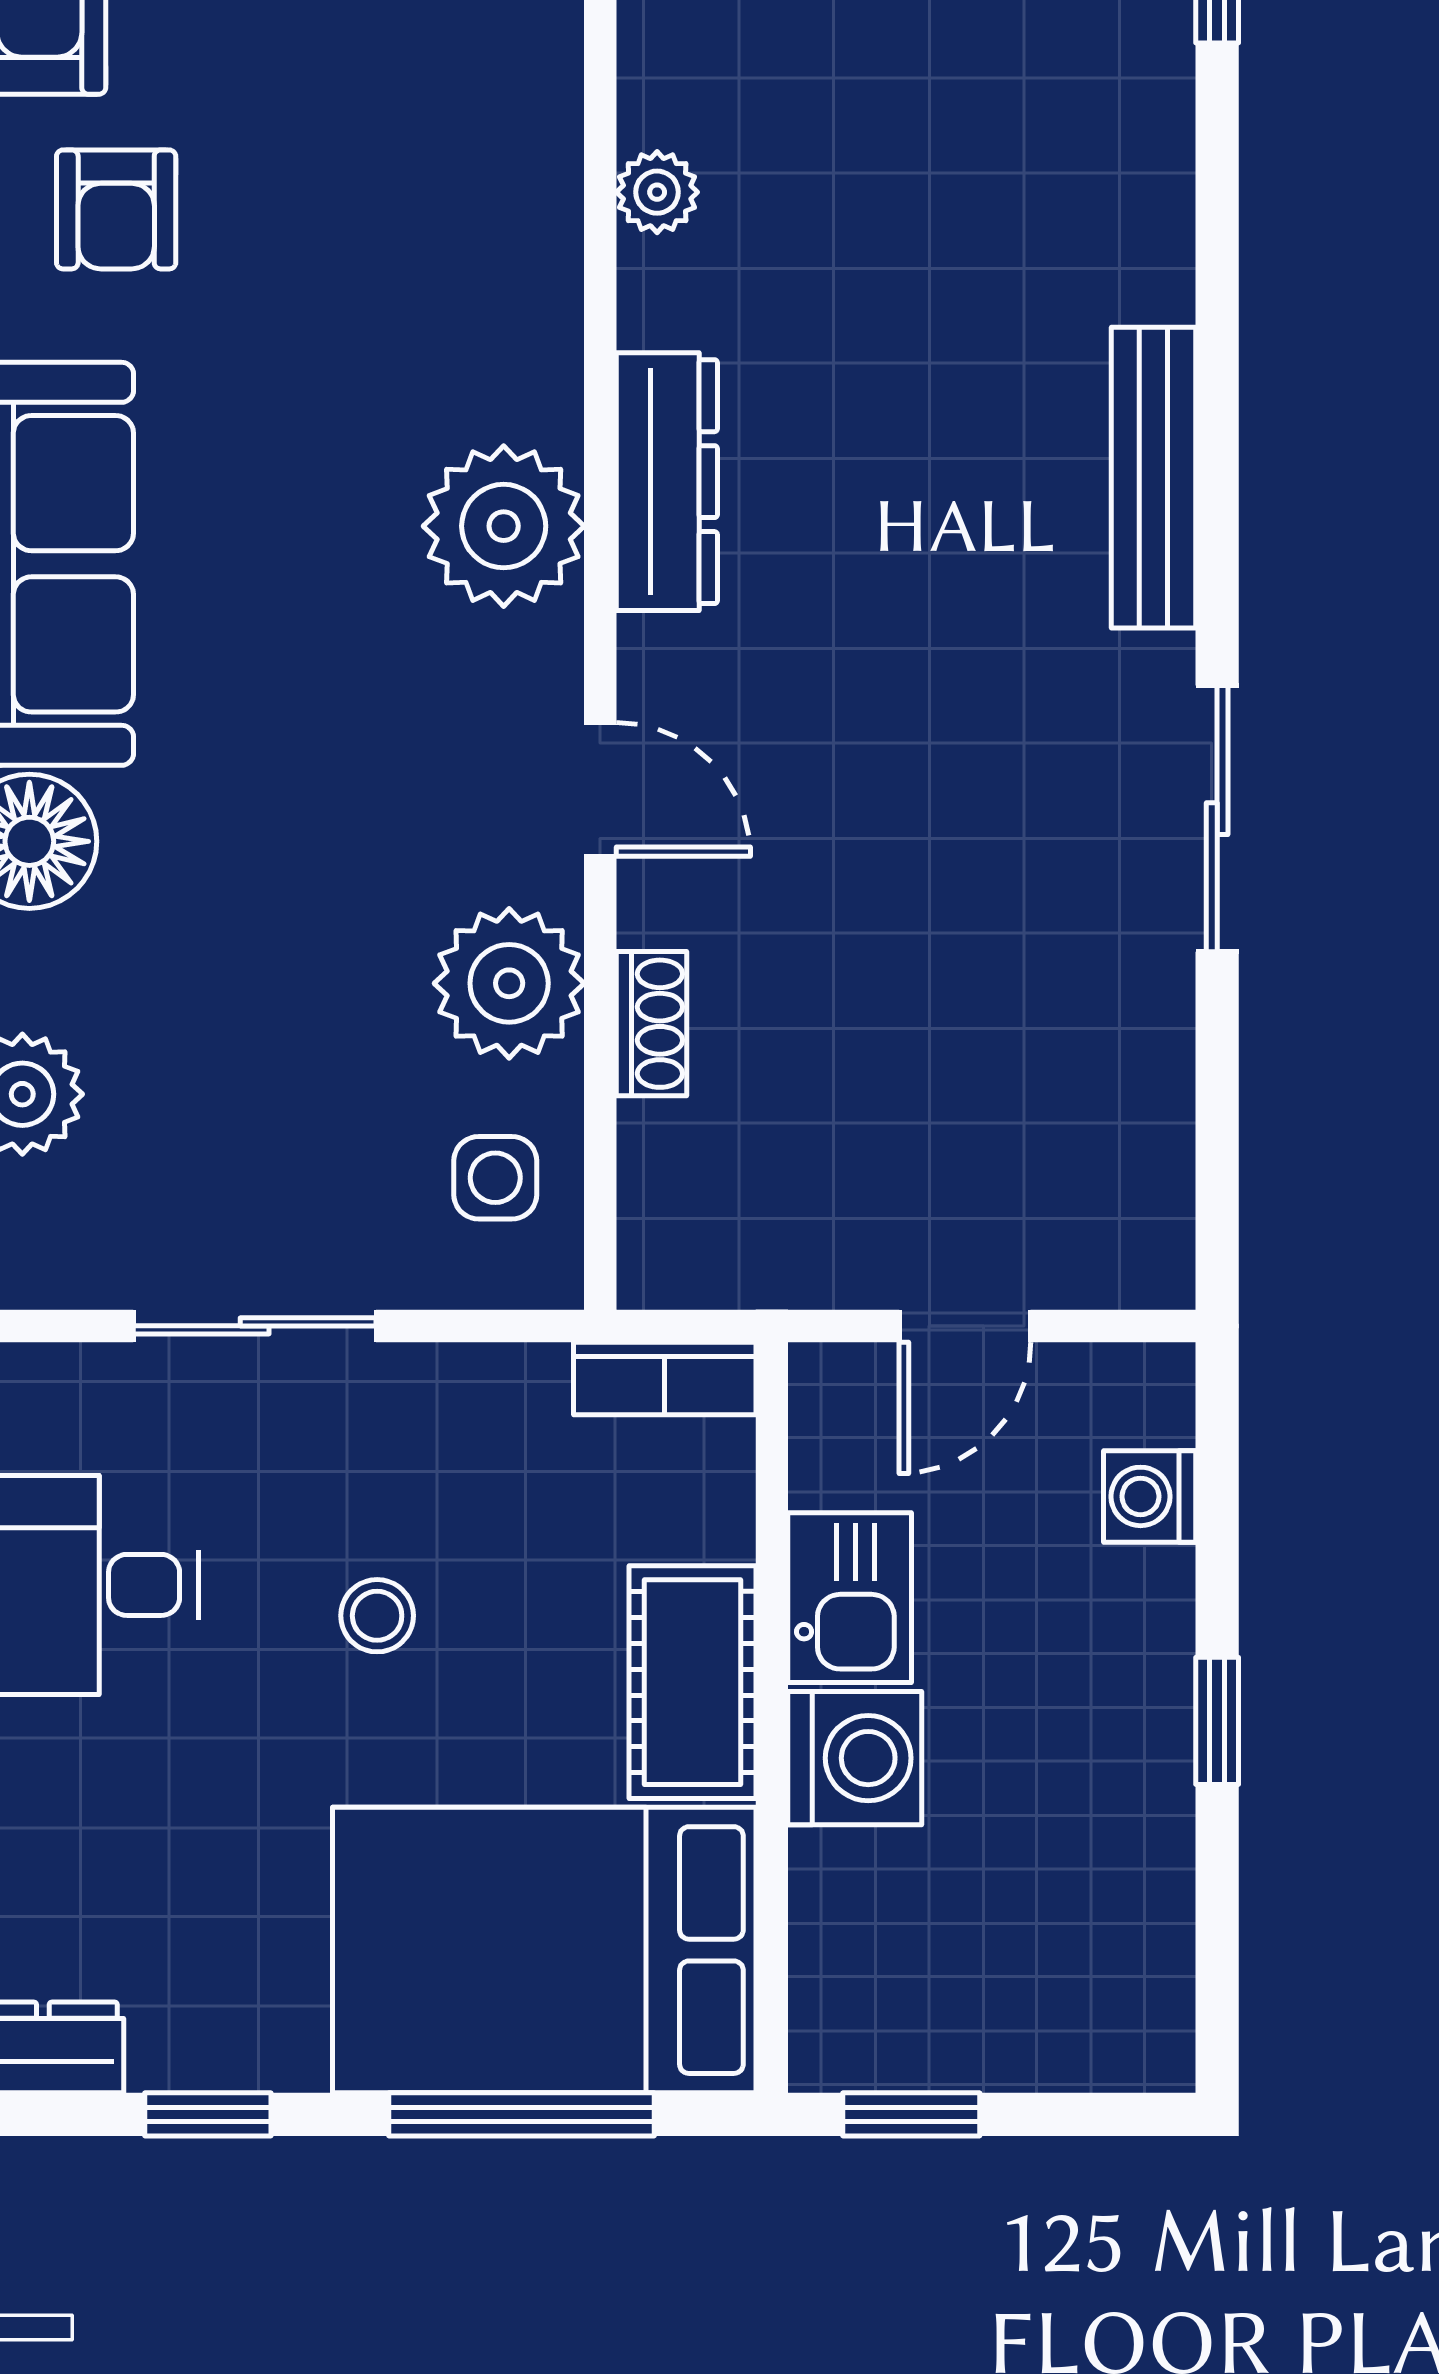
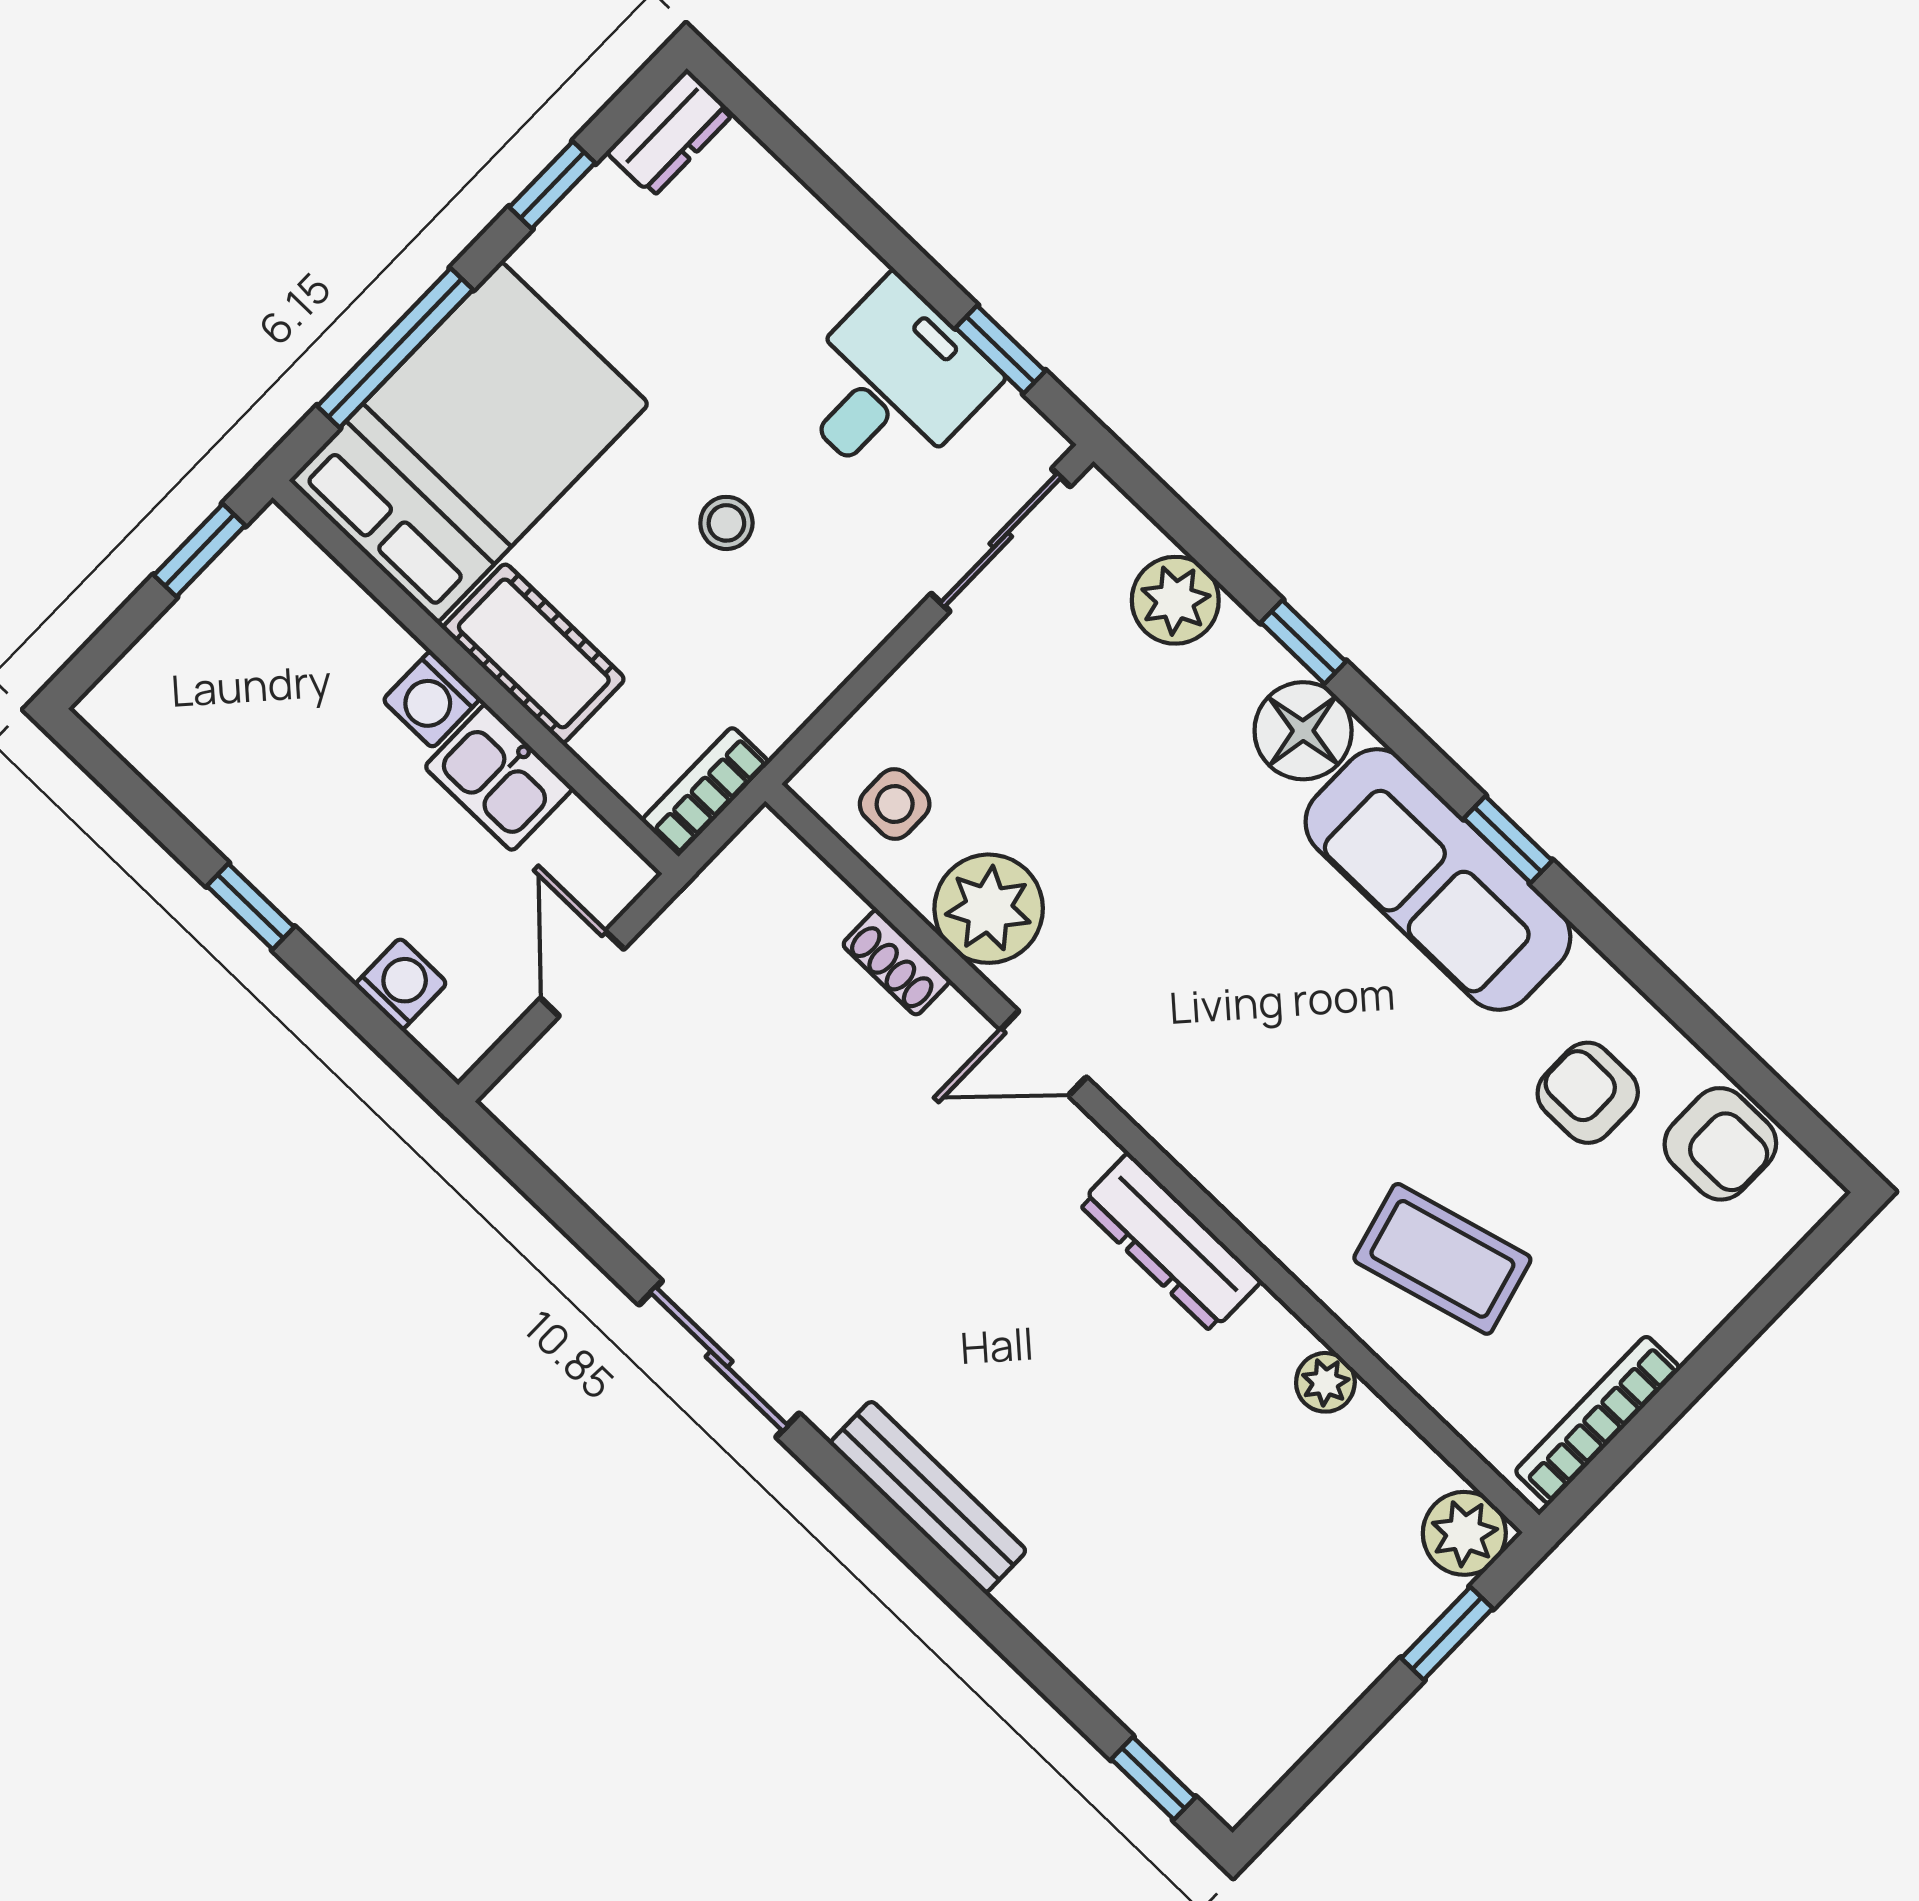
coffee table: (421, 194) -> (1442, 1259), added
plant: (504, 526) -> (1229, 1135), removed
sliding door: (255, 1326) -> (1001, 540), moved
washing machine: (855, 1758) -> (432, 699), width x0.73, depth x0.73

